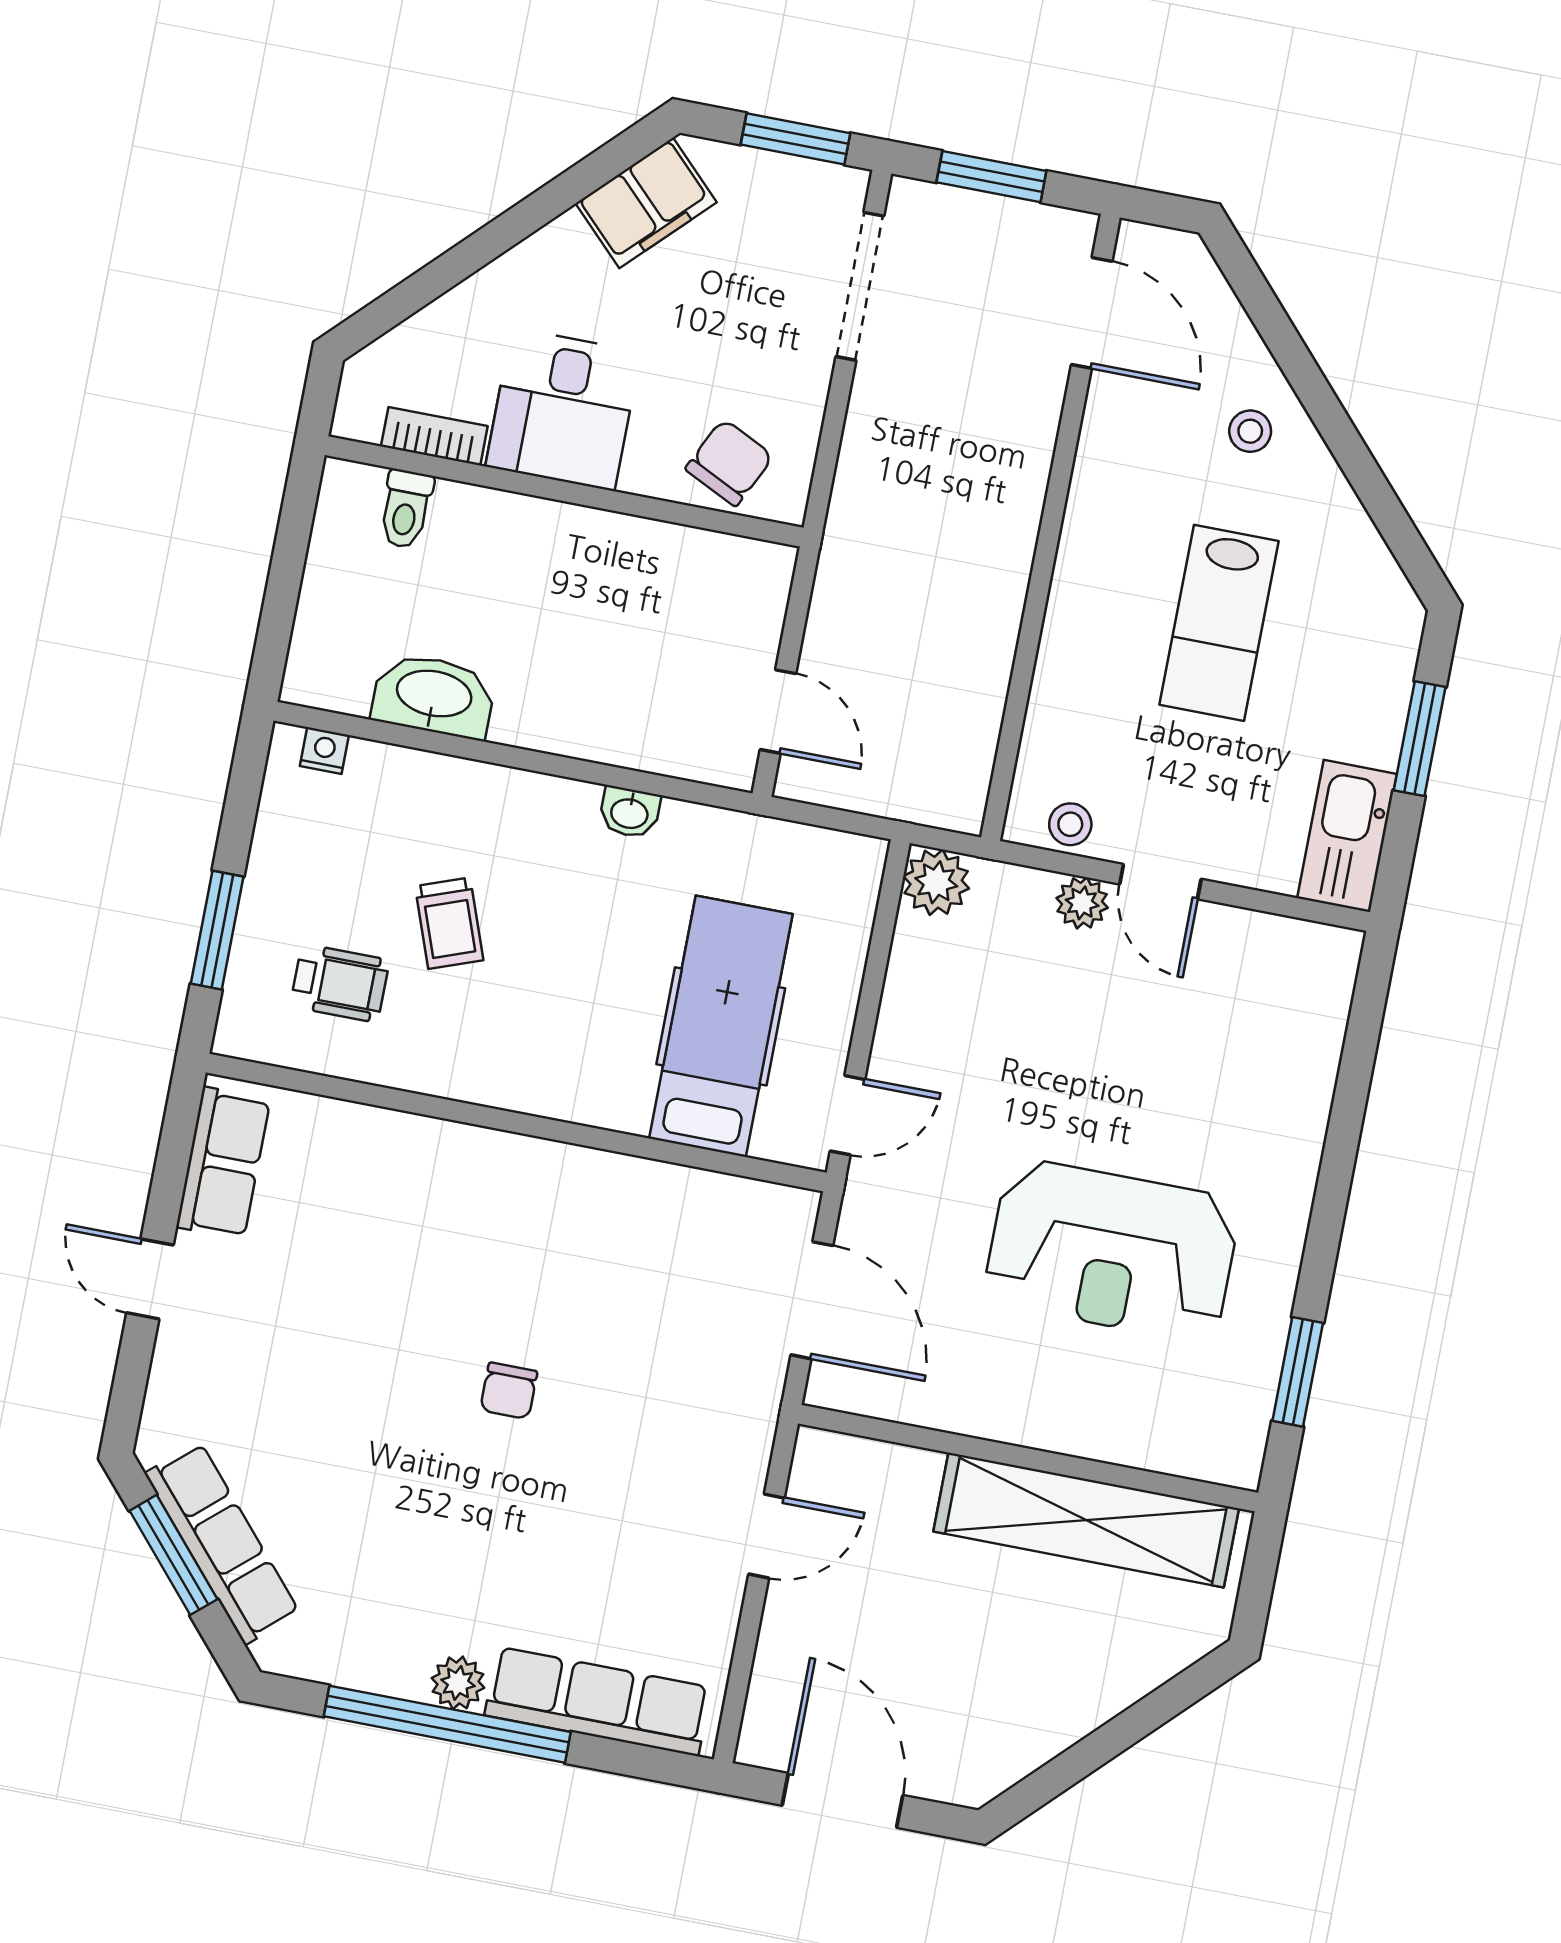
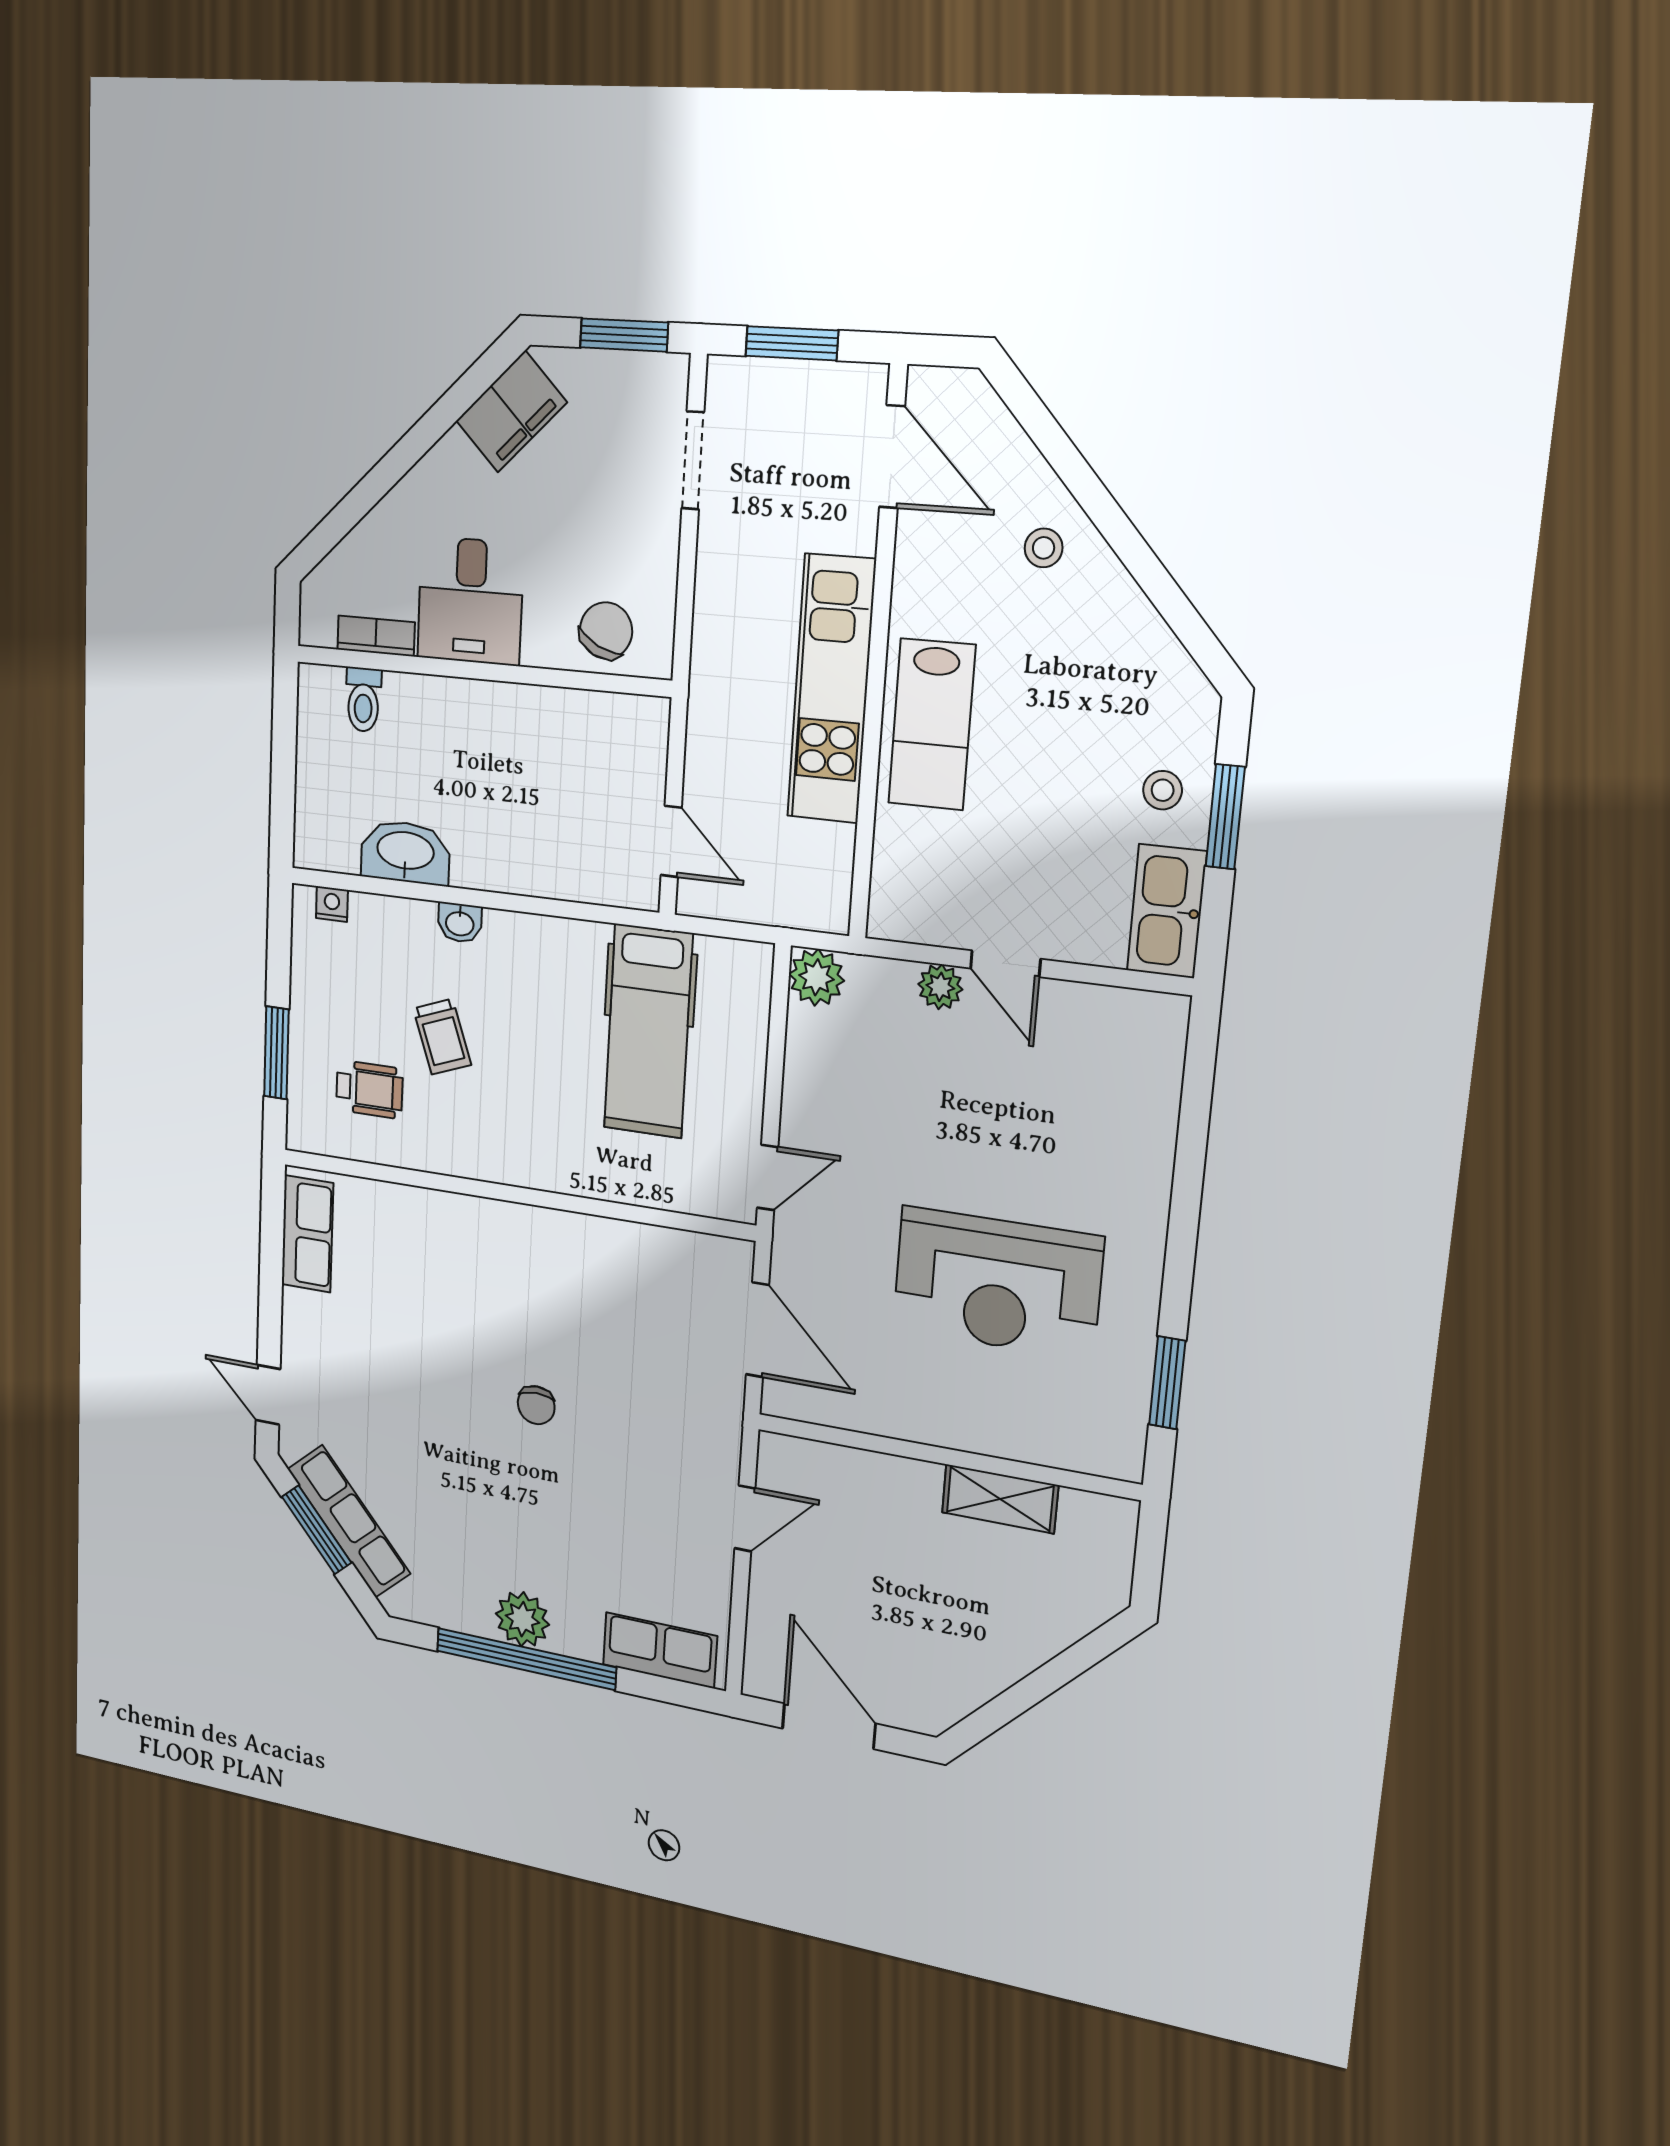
doorway: (860, 286) -> (693, 460), width x0.73
kitchen unit: (993, 557) -> (831, 689), added
lab bench: (1219, 623) -> (932, 724), moved
washbasin: (630, 812) -> (460, 923), moved
stool: (1070, 824) -> (1163, 790), moved
hospital bed: (721, 1026) -> (648, 1031), moved, turned 180
door: (150, 1279) -> (268, 1395), moved
shelving: (1086, 1520) -> (1000, 1499), width x0.45, depth x0.75
plant: (458, 1683) -> (522, 1619), width x1.38, depth x1.38
row of seats: (598, 1701) -> (660, 1650), width x0.68

